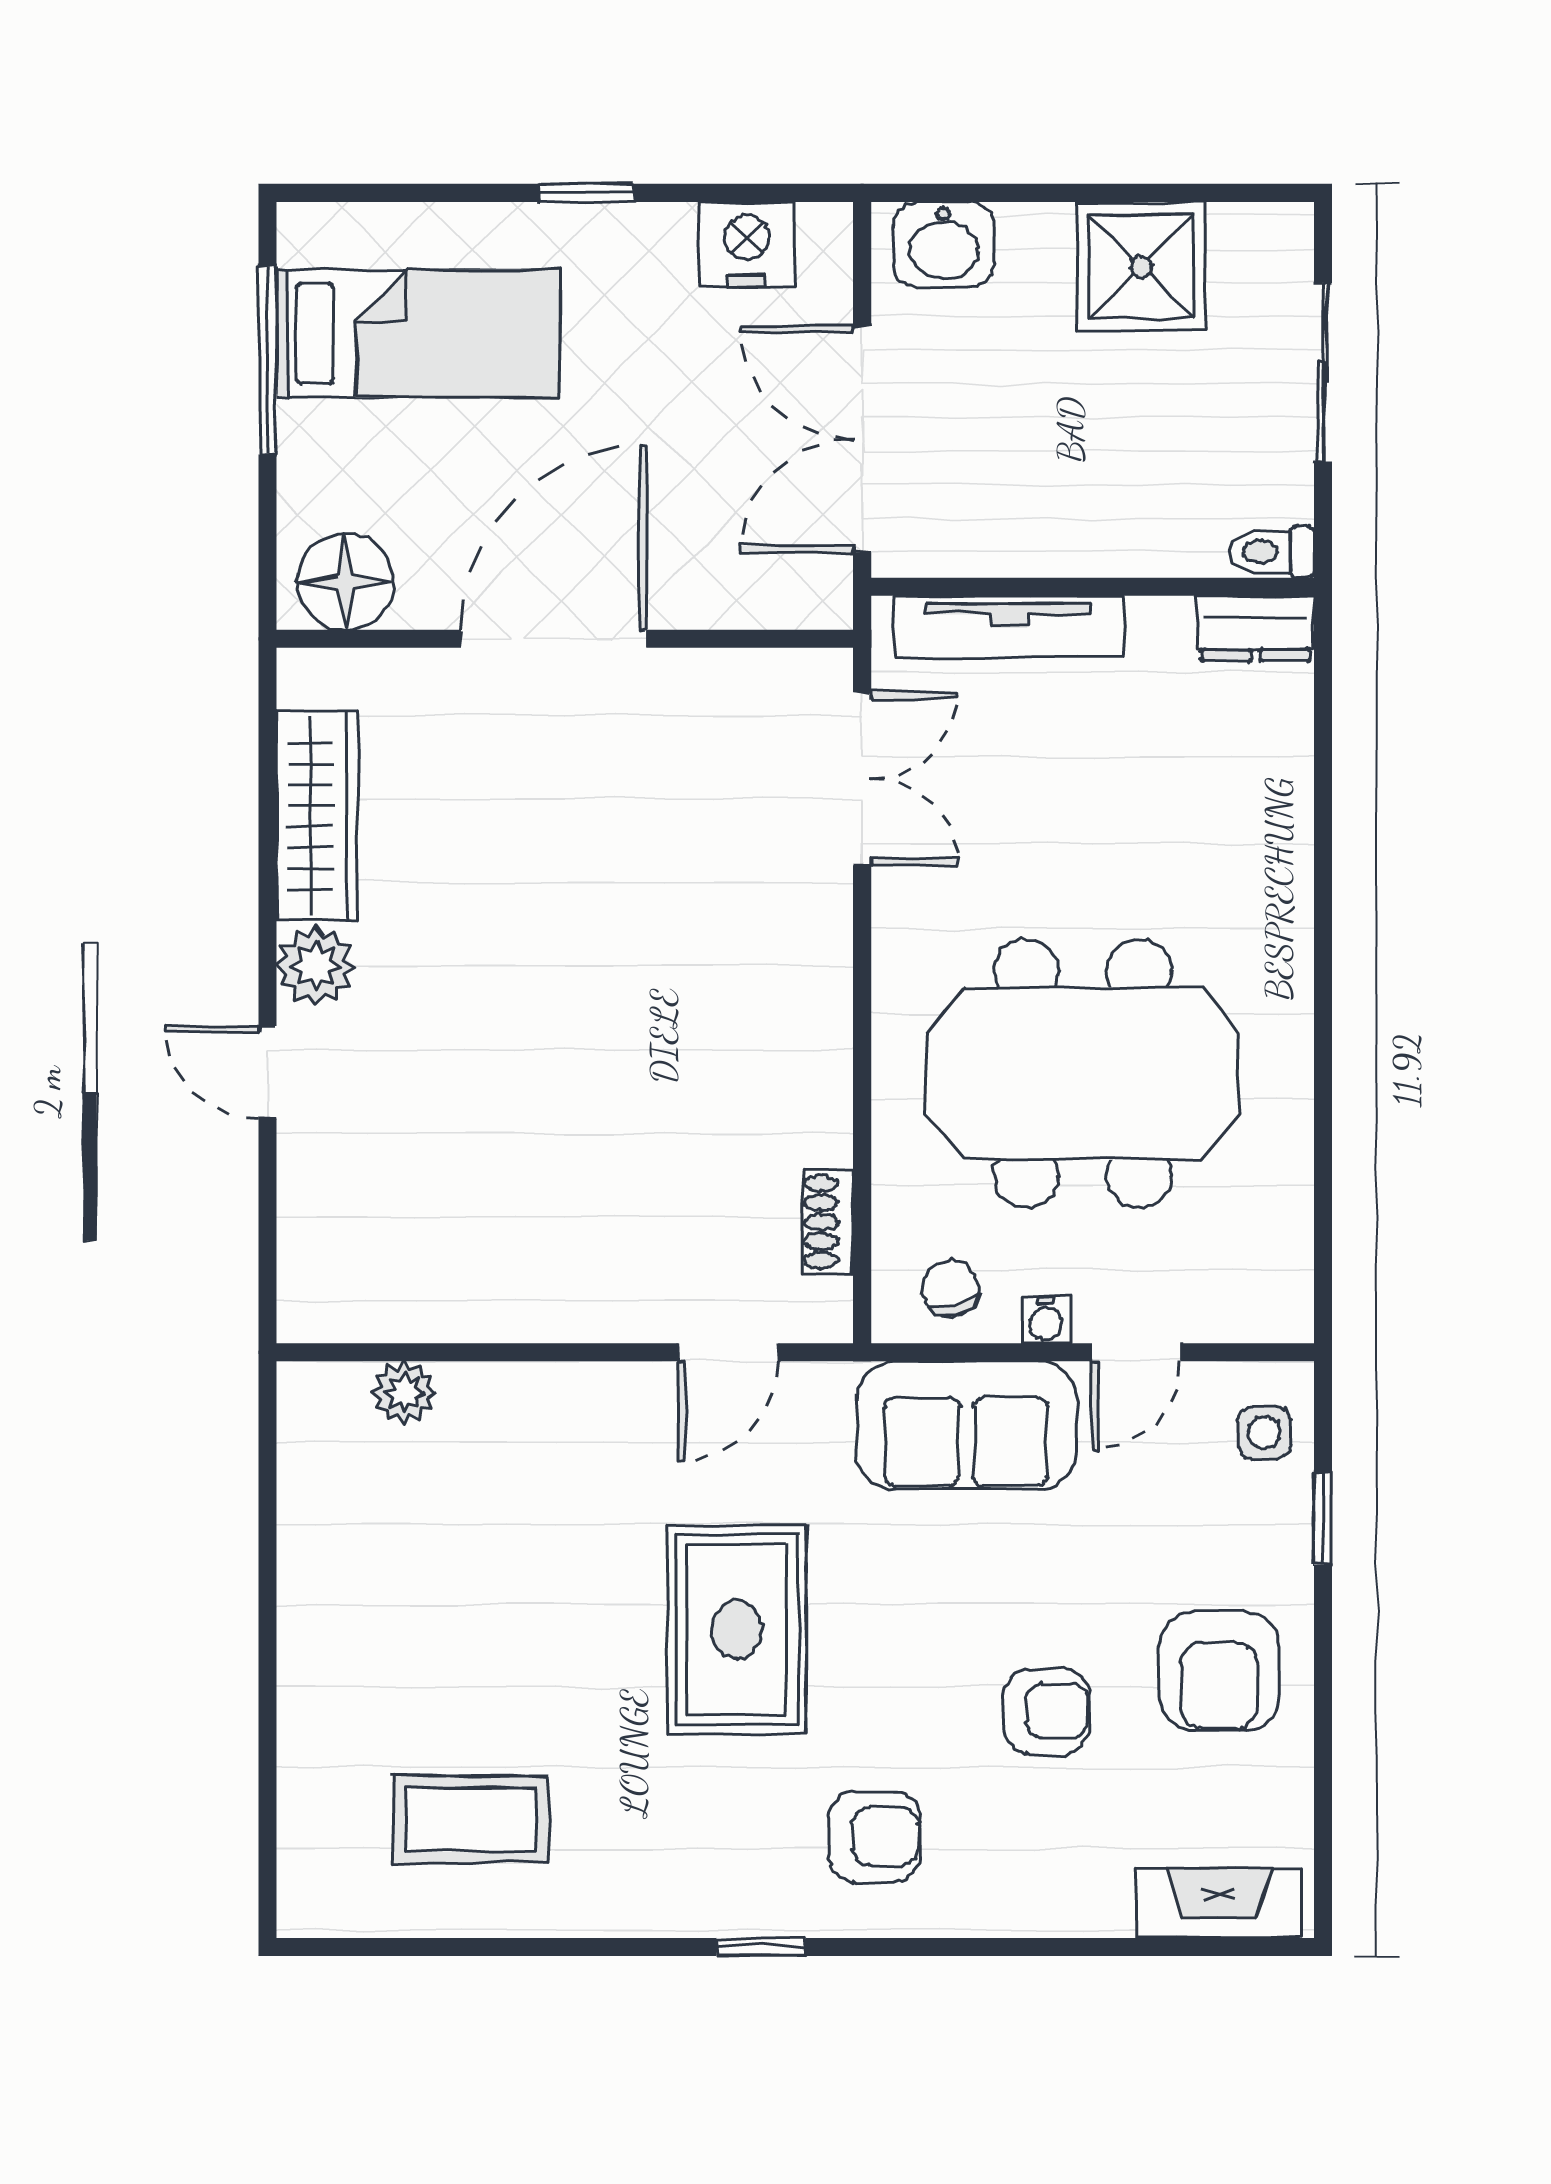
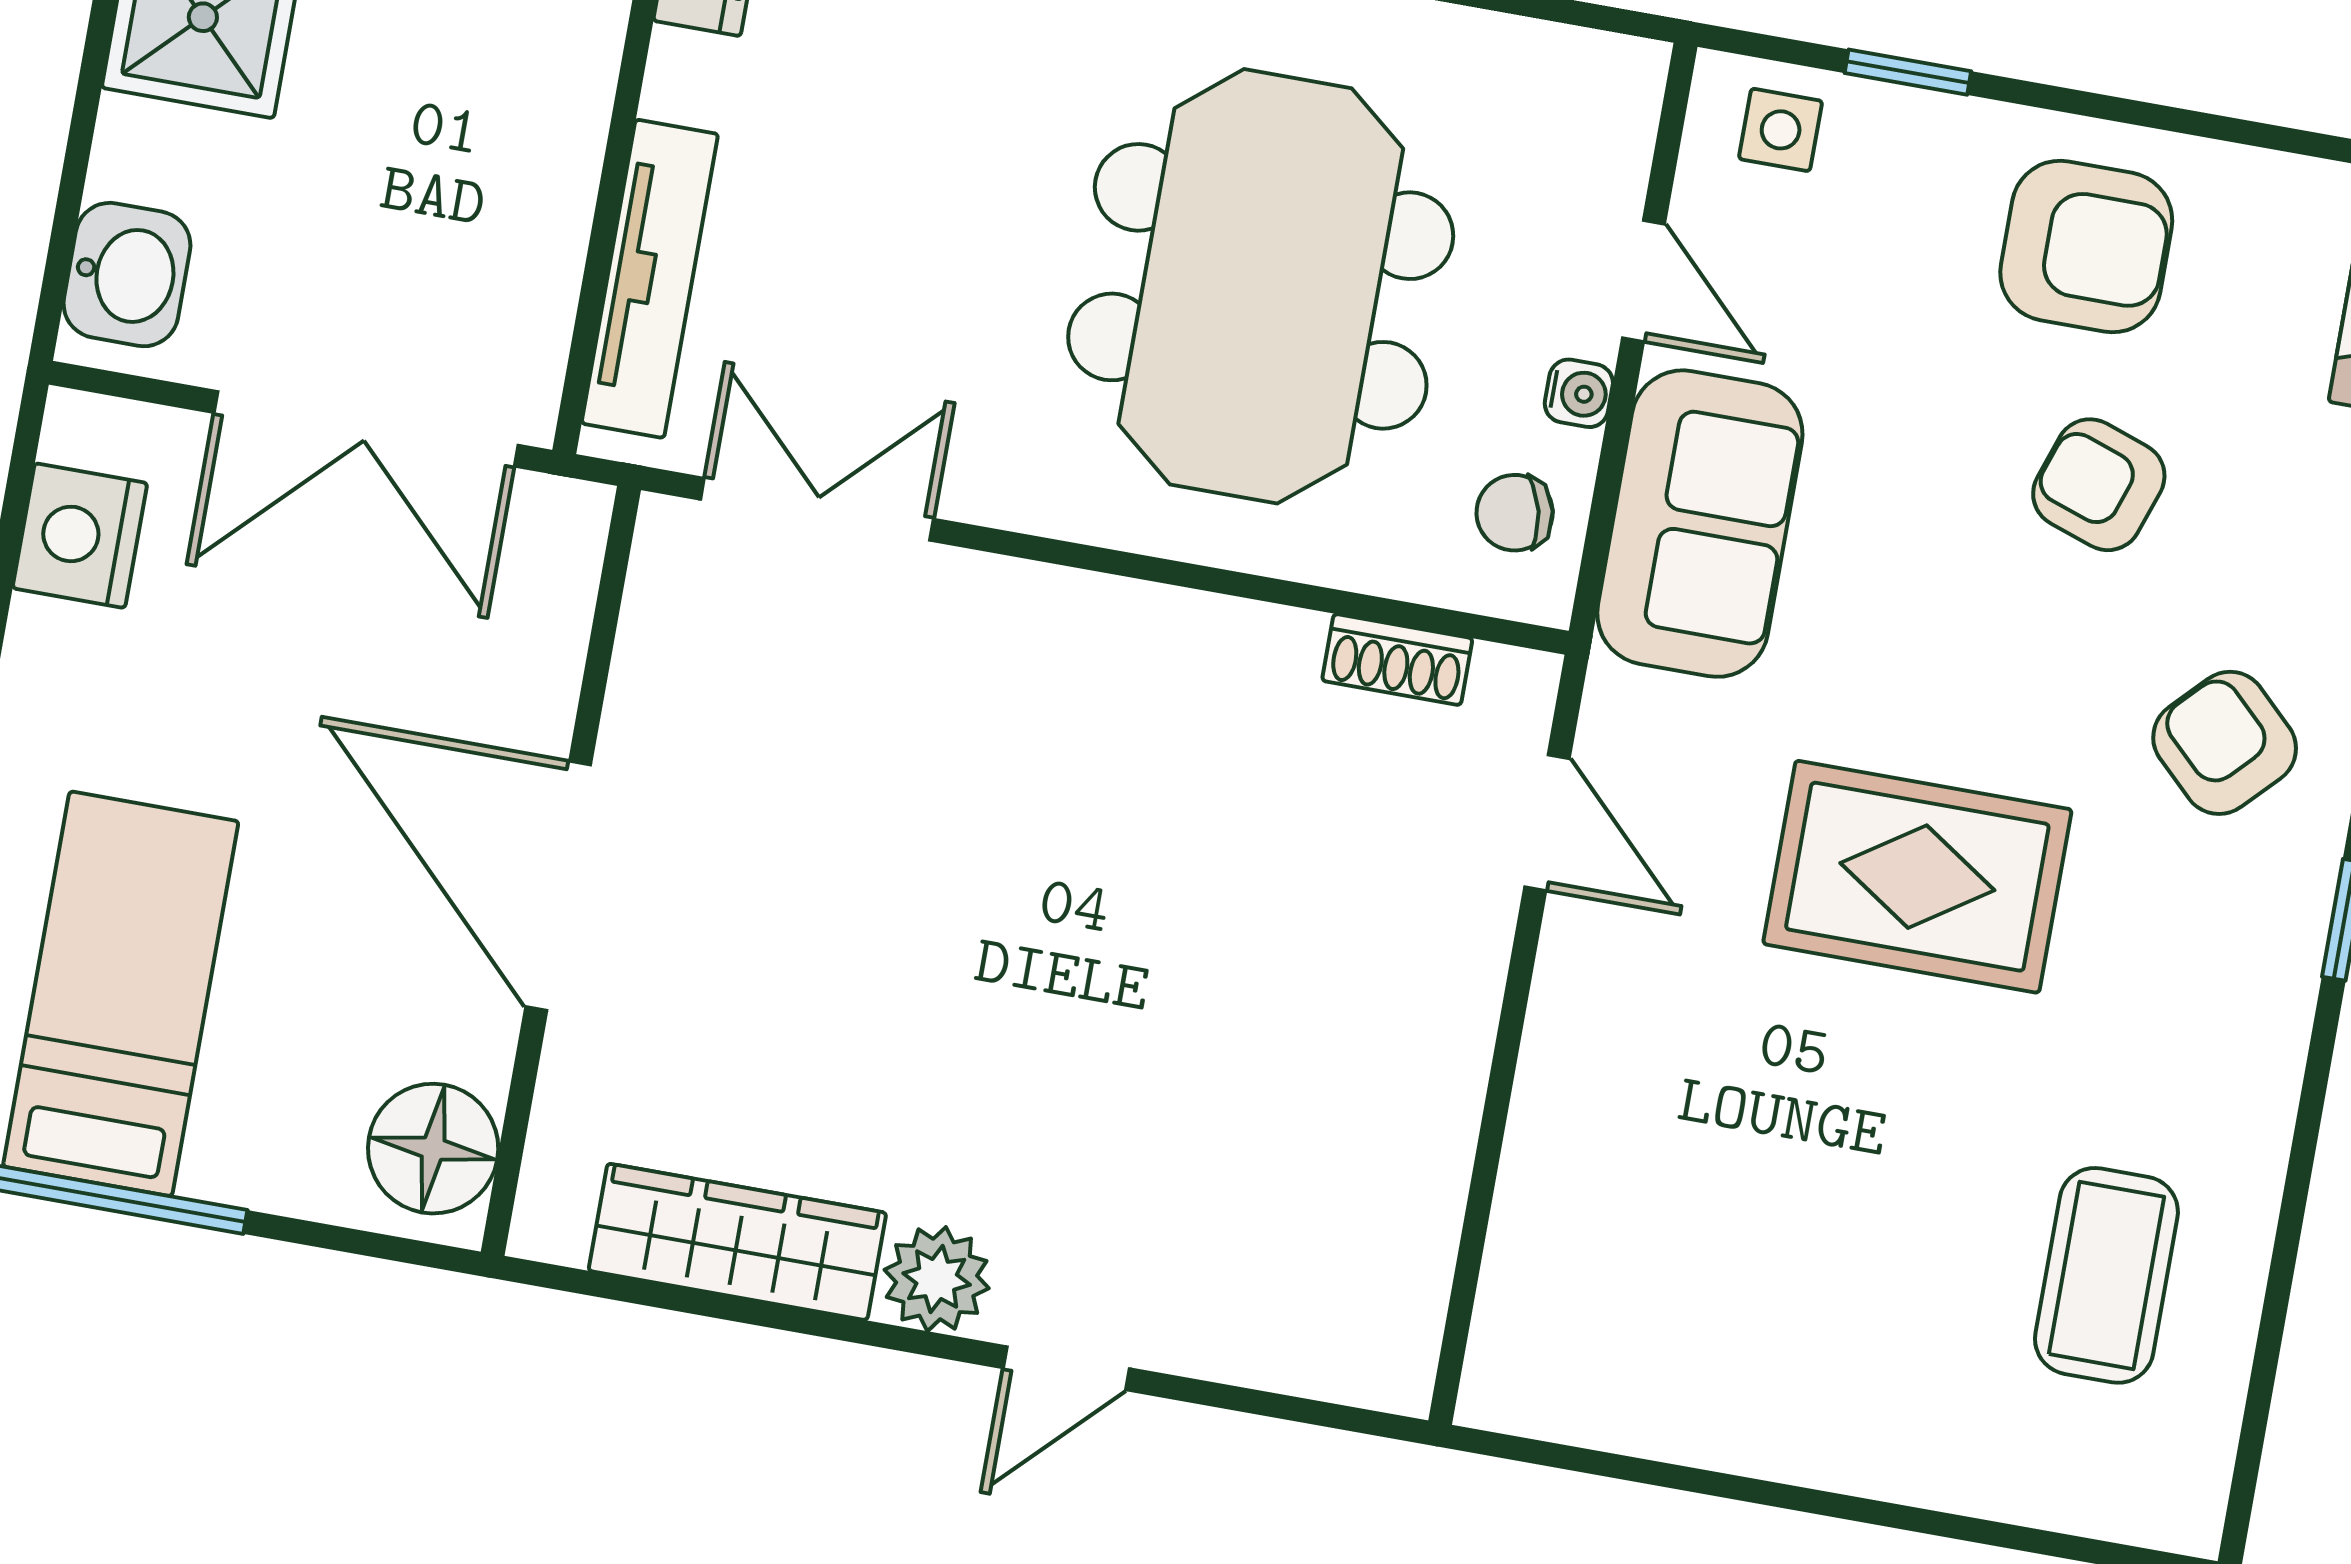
plant: (404, 1393) -> (1524, 1263), removed
armchair: (1047, 1711) -> (2099, 485), turned -71
armchair: (875, 1837) -> (2225, 743), turned -46

